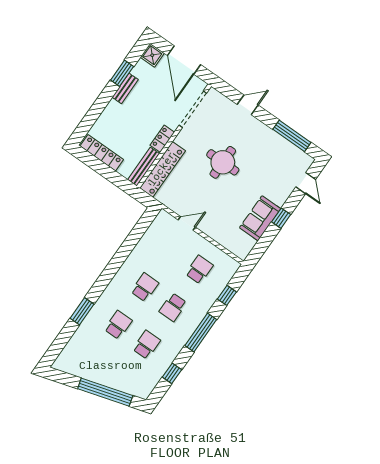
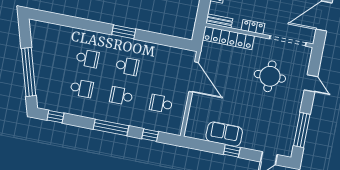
round table: (223, 162) -> (270, 76), moved
bench: (144, 167) -> (219, 21), width x0.73
door: (187, 223) -> (194, 77), width x1.87
school desk: (199, 270) -> (161, 104), turned 180
window: (82, 311) -> (124, 32), moved
window: (172, 373) -> (55, 117), moved

